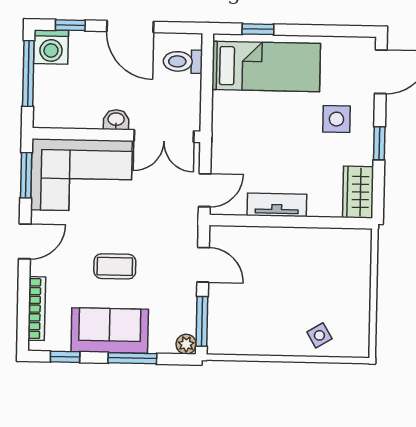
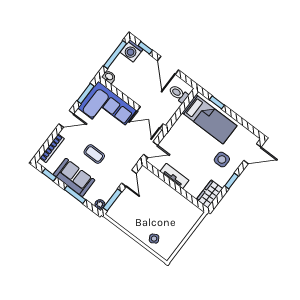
washbasin: (116, 120) -> (109, 77), moved

